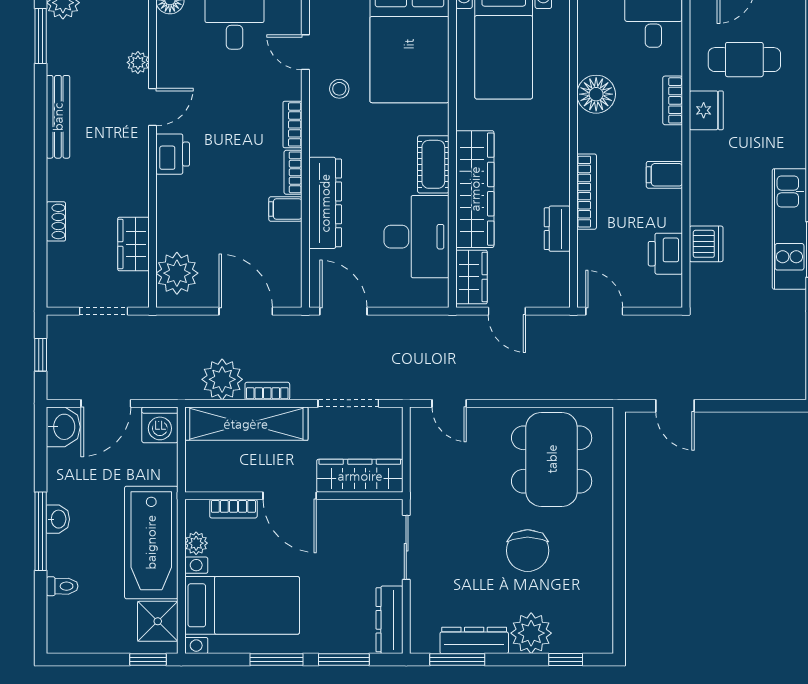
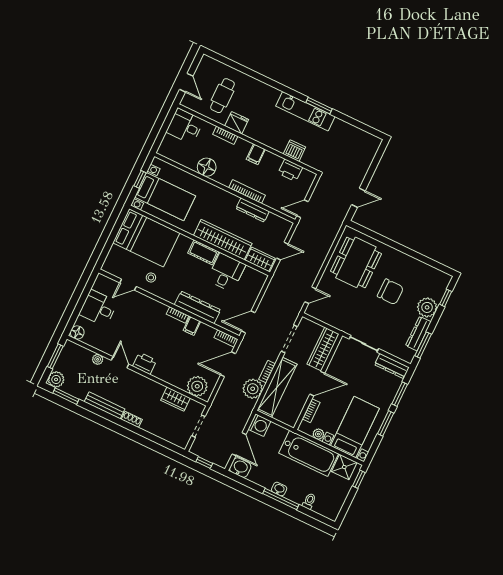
bookcase: (292, 124) -> (226, 338), moved
shoe rack: (56, 221) -> (132, 419), moved
dresser: (557, 229) -> (253, 210), width x1.44
desk: (416, 237) -> (226, 272), width x0.73
dining table: (552, 459) -> (356, 262), turned 90

